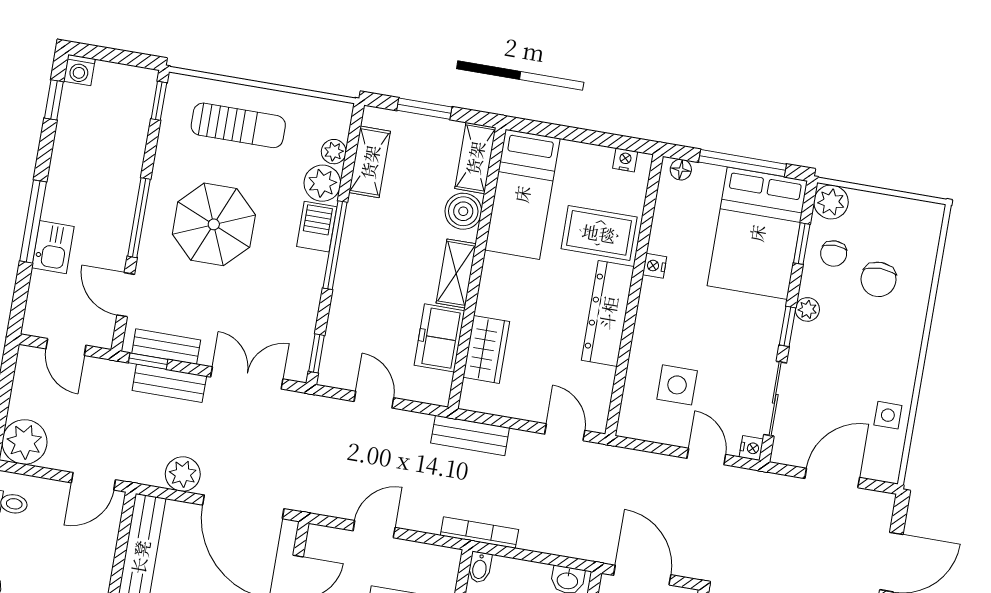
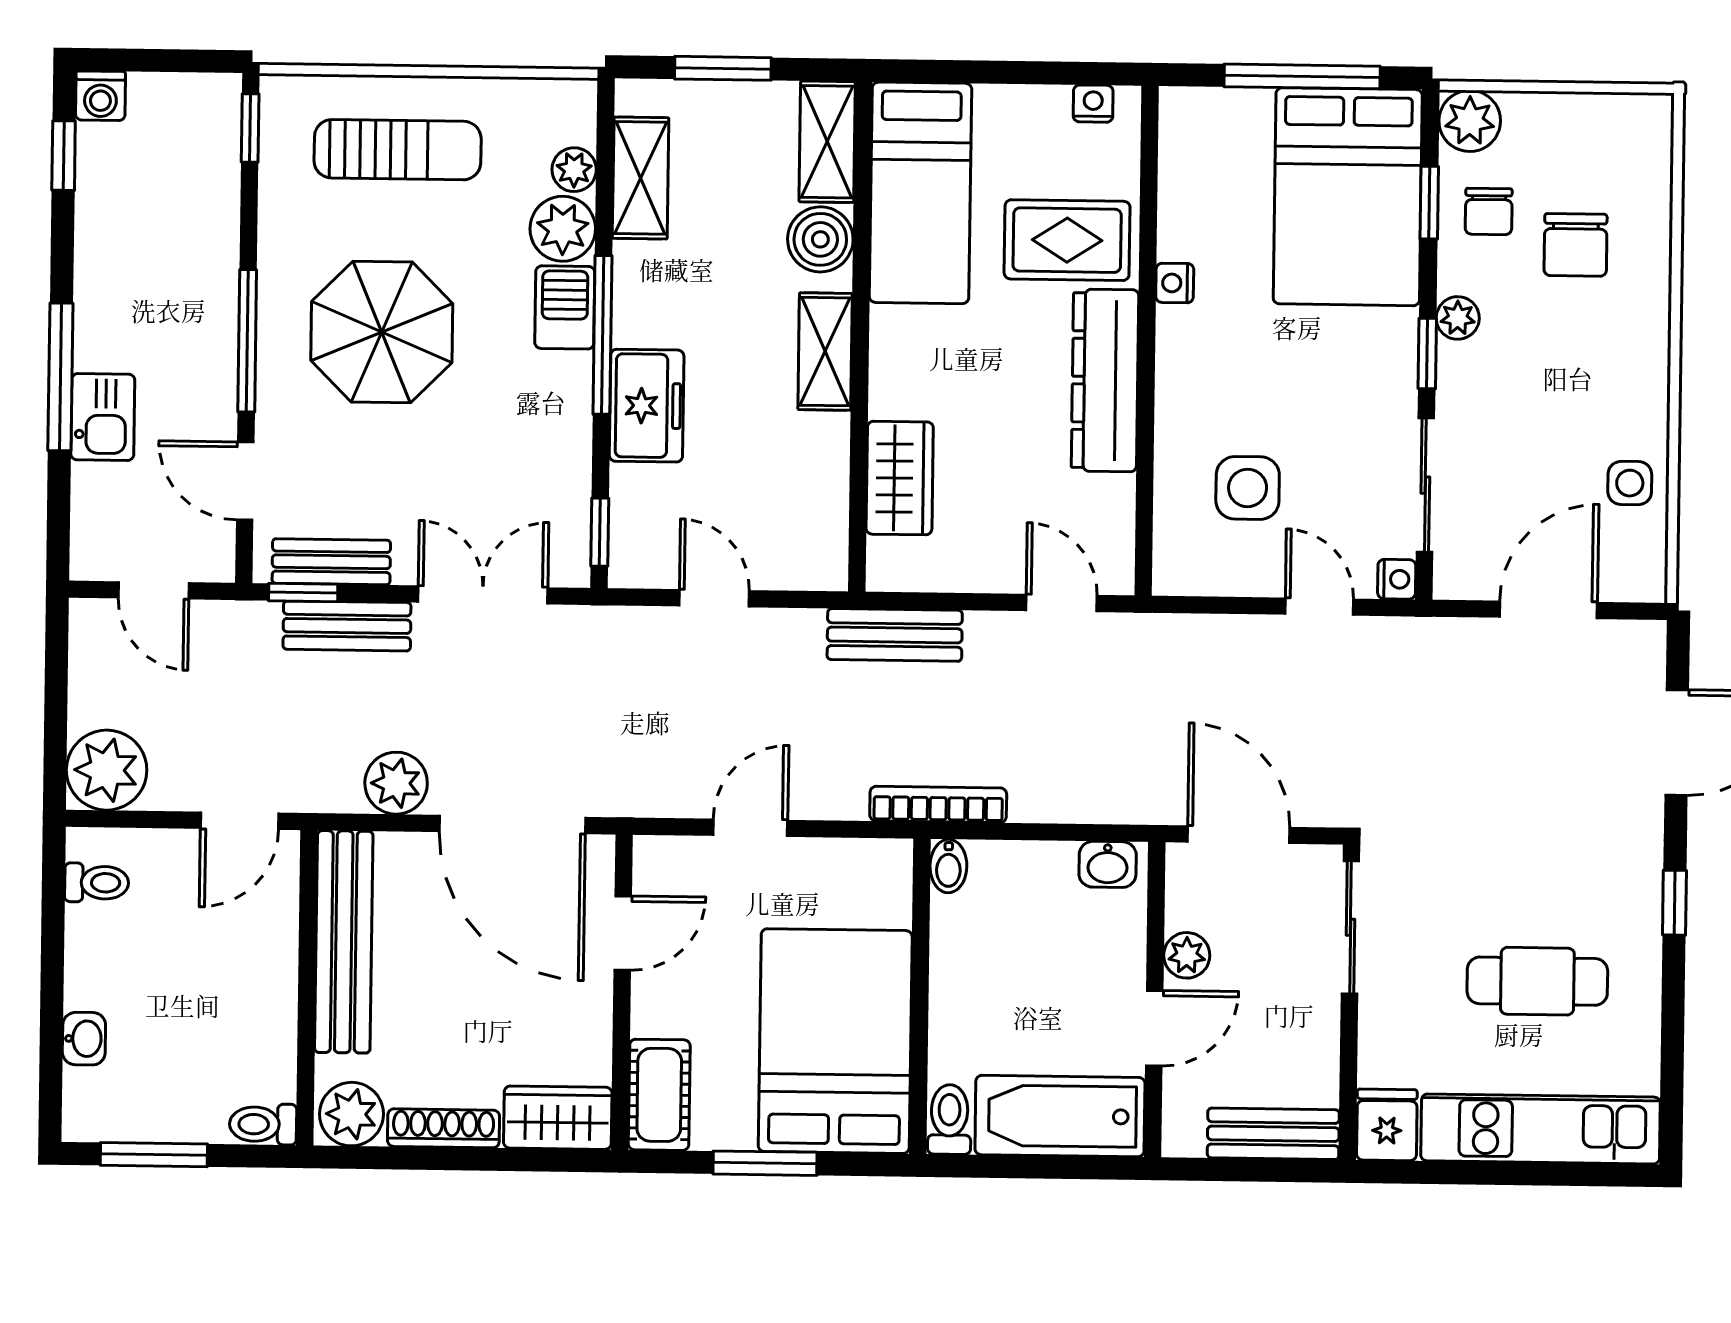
floor lamp: (681, 170) -> (1194, 105), removed
freezer: (439, 338) -> (647, 406), moved, turned 180

